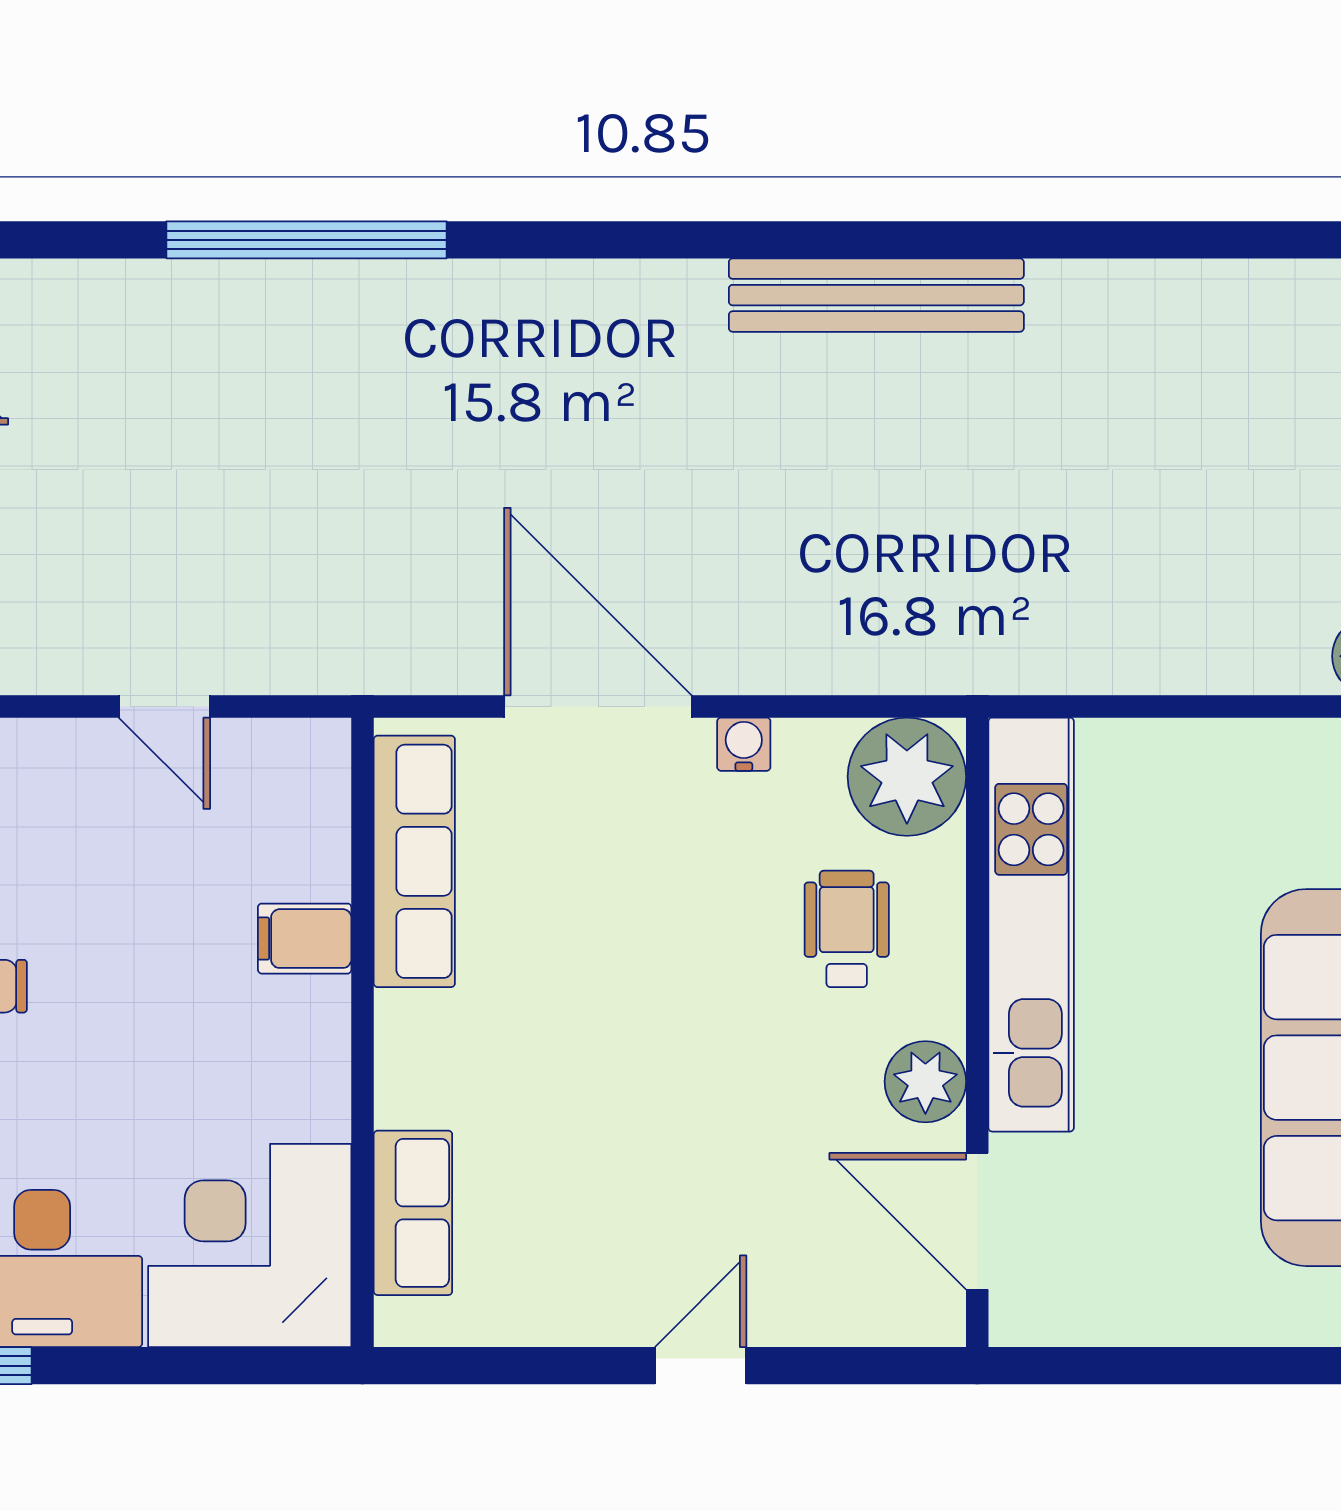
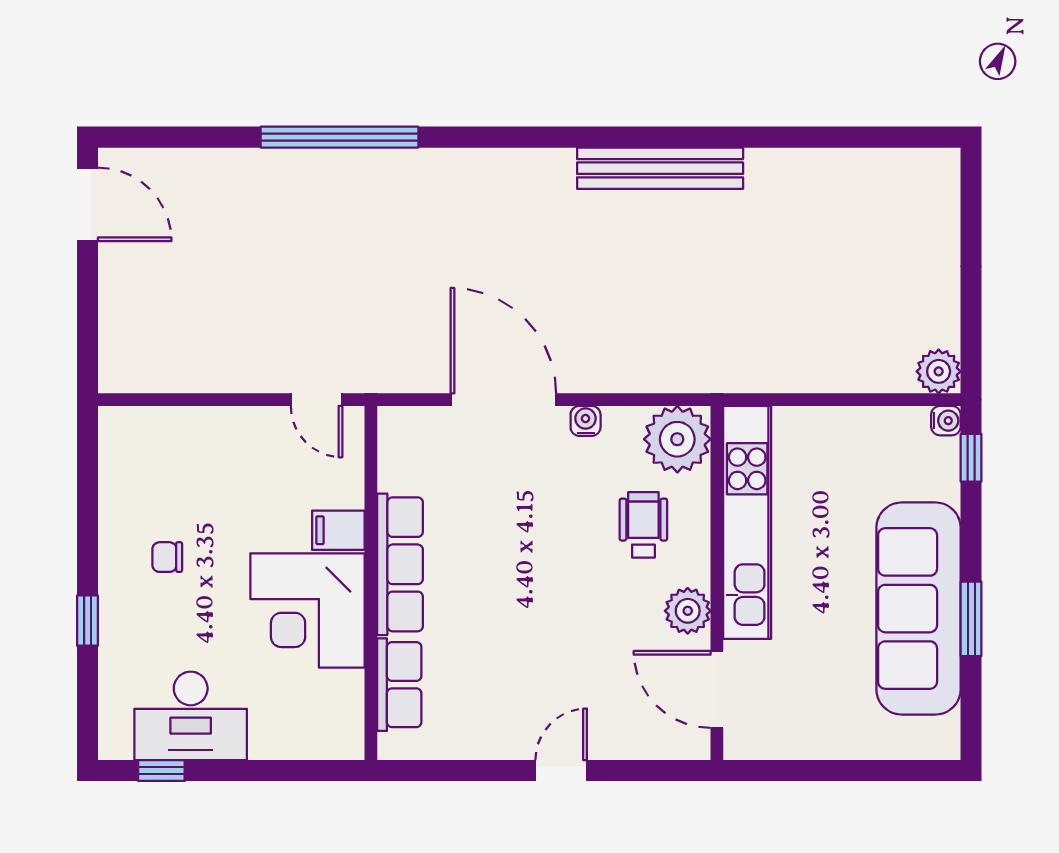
door: (164, 706) -> (317, 400), moved
row of seats: (414, 861) -> (400, 564), moved
corner desk: (250, 1245) -> (307, 611), moved, turned -90

